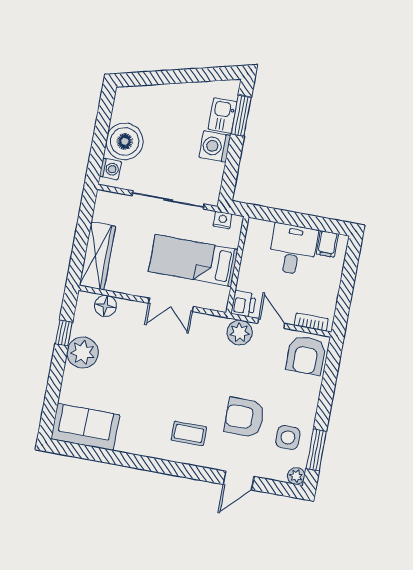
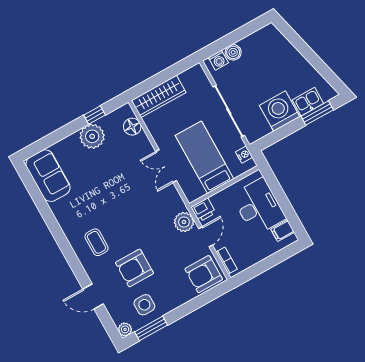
boiler: (125, 141) -> (233, 52), width x0.54, depth x0.54
washing machine: (215, 146) -> (280, 111), width x1.37, depth x1.37
desk: (293, 249) -> (258, 207), width x1.37
armchair: (244, 417) -> (135, 268), turned -90

